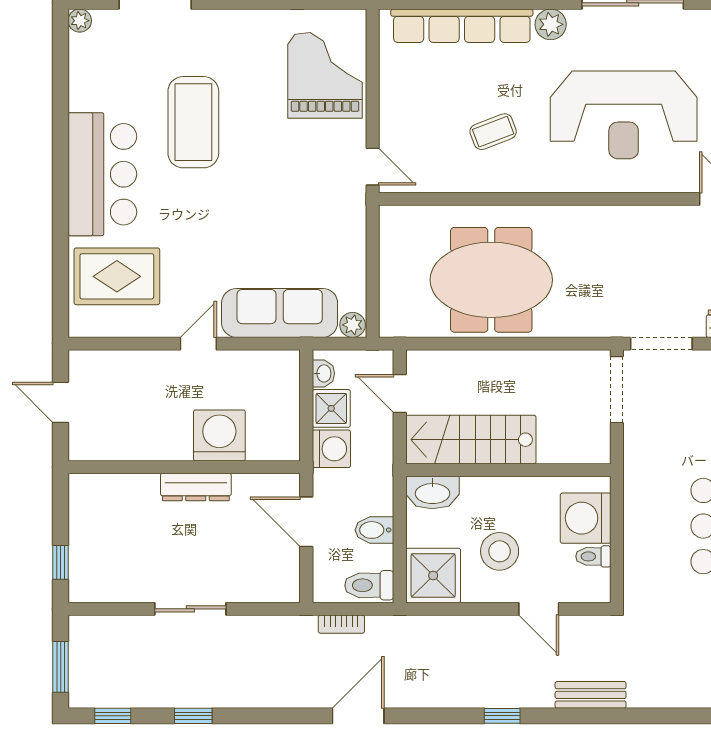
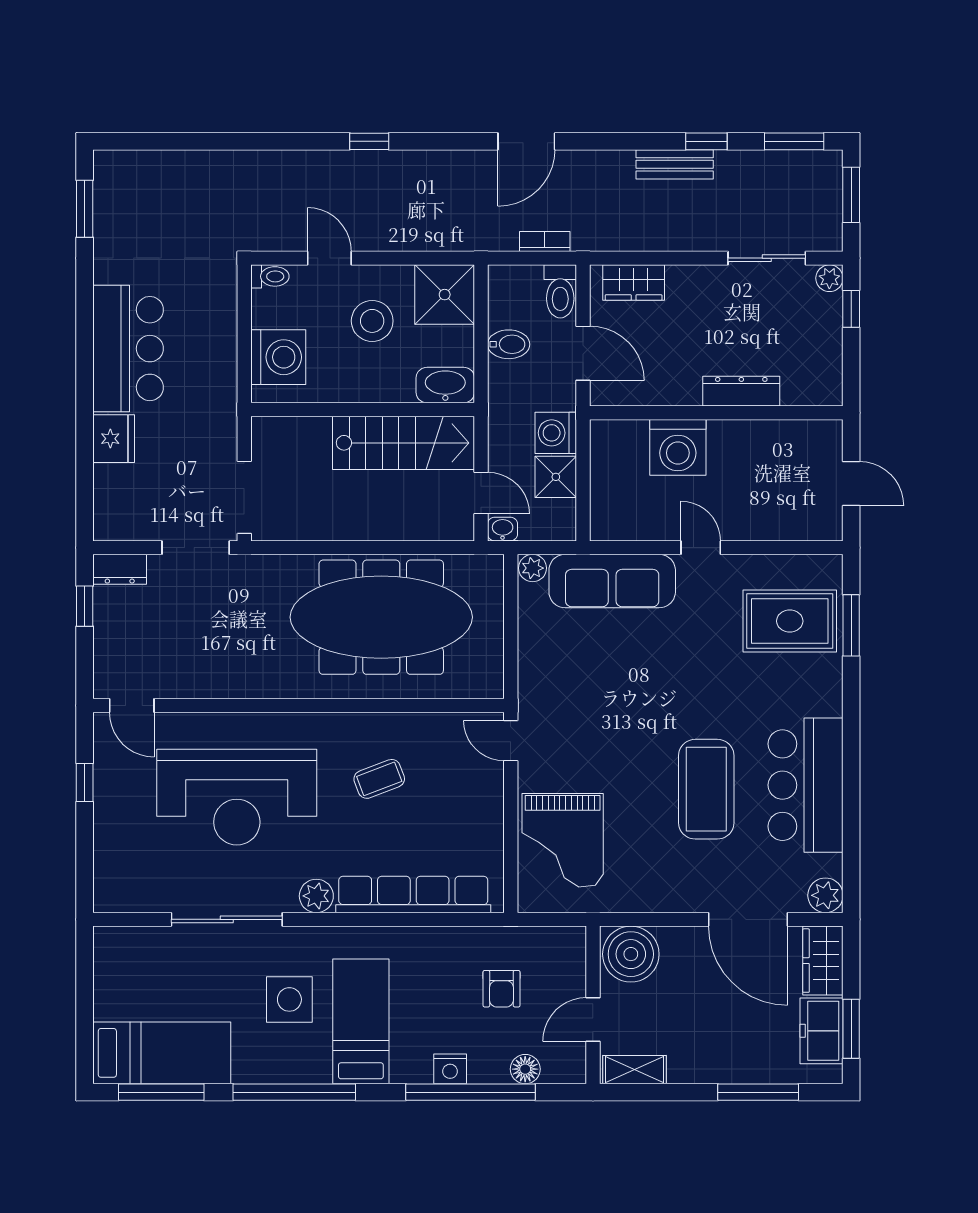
plant: (80, 21) -> (825, 895), width x1.38, depth x1.38
reception desk: (624, 115) -> (237, 797), turned 180
bar counter: (102, 174) -> (806, 785), moved
window: (61, 272) -> (851, 625), added
meeting table: (491, 280) -> (381, 617), width x1.36
door: (198, 344) -> (701, 548), swing flipped
washbasin: (323, 373) -> (503, 529), moved, turned 90
dresser: (196, 487) -> (741, 391), moved
toilet: (593, 556) -> (270, 276), moved
toilet: (369, 585) -> (560, 291), moved, turned 90
wardrobe: (260, 587) -> (634, 283), added
plant: (80, 590) -> (829, 278), added
sliding door: (190, 609) -> (767, 258), moved
bench: (591, 695) -> (675, 164), moved
window: (113, 716) -> (794, 141), width x1.50

